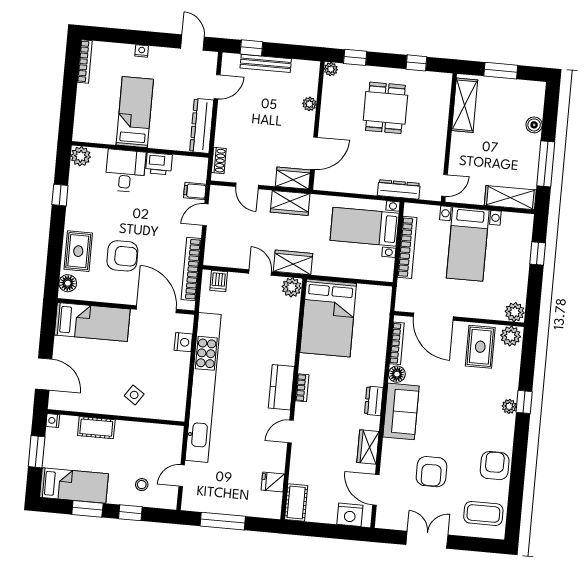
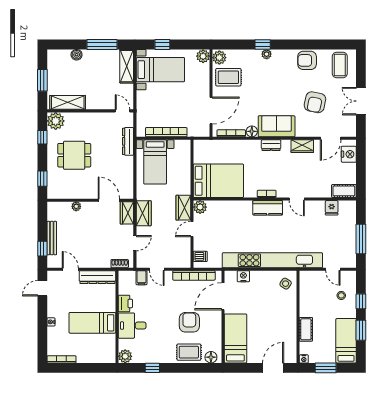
plant: (331, 69) -> (56, 121), moved, width x1.88, depth x1.88
bed with nightstands: (468, 244) -> (160, 70), moved
side table: (134, 395) -> (286, 284), moved
armchair: (431, 472) -> (315, 102), turned 102

